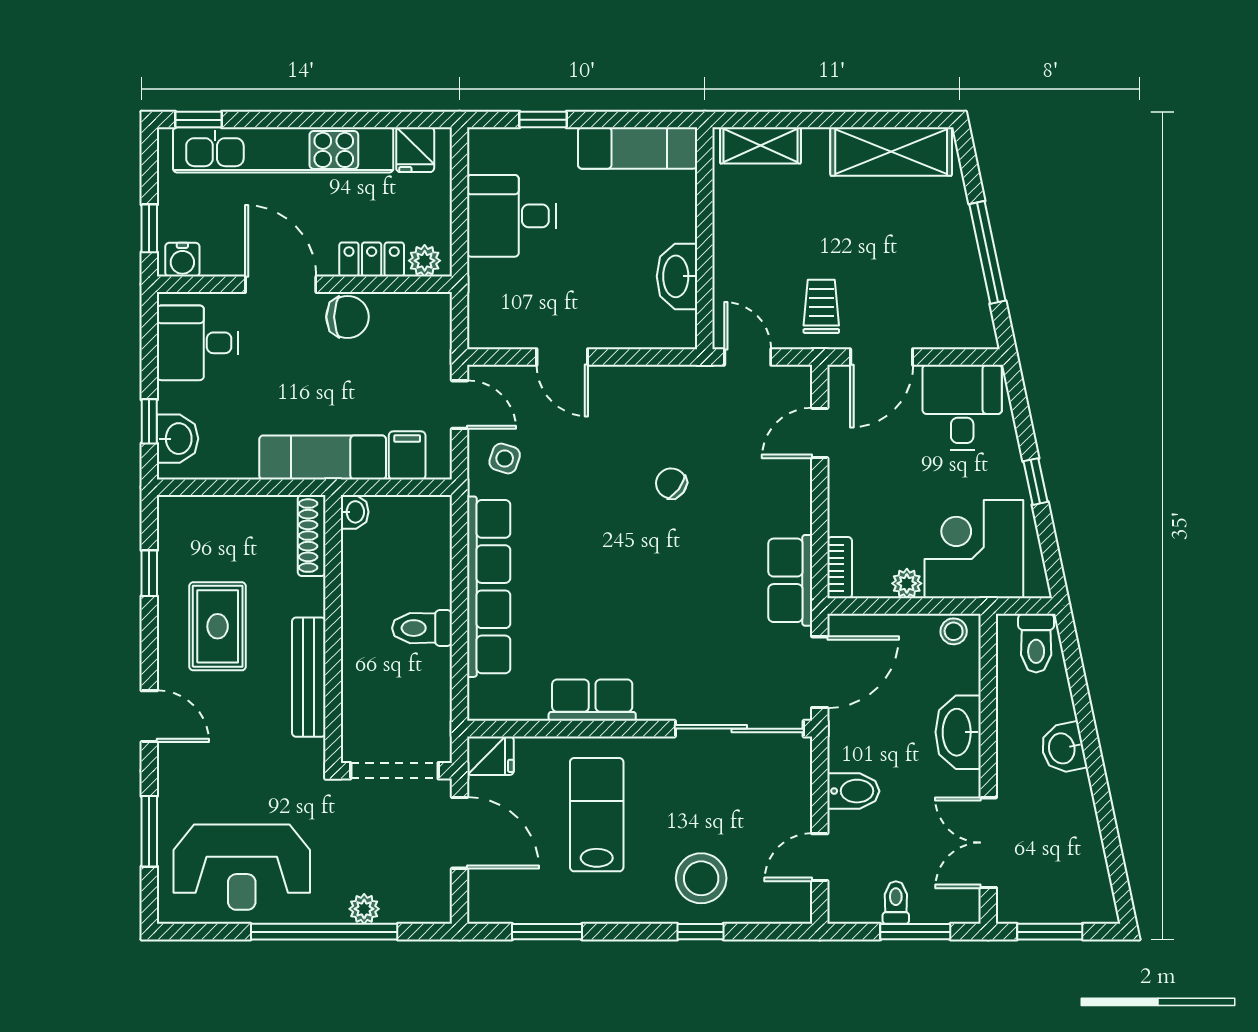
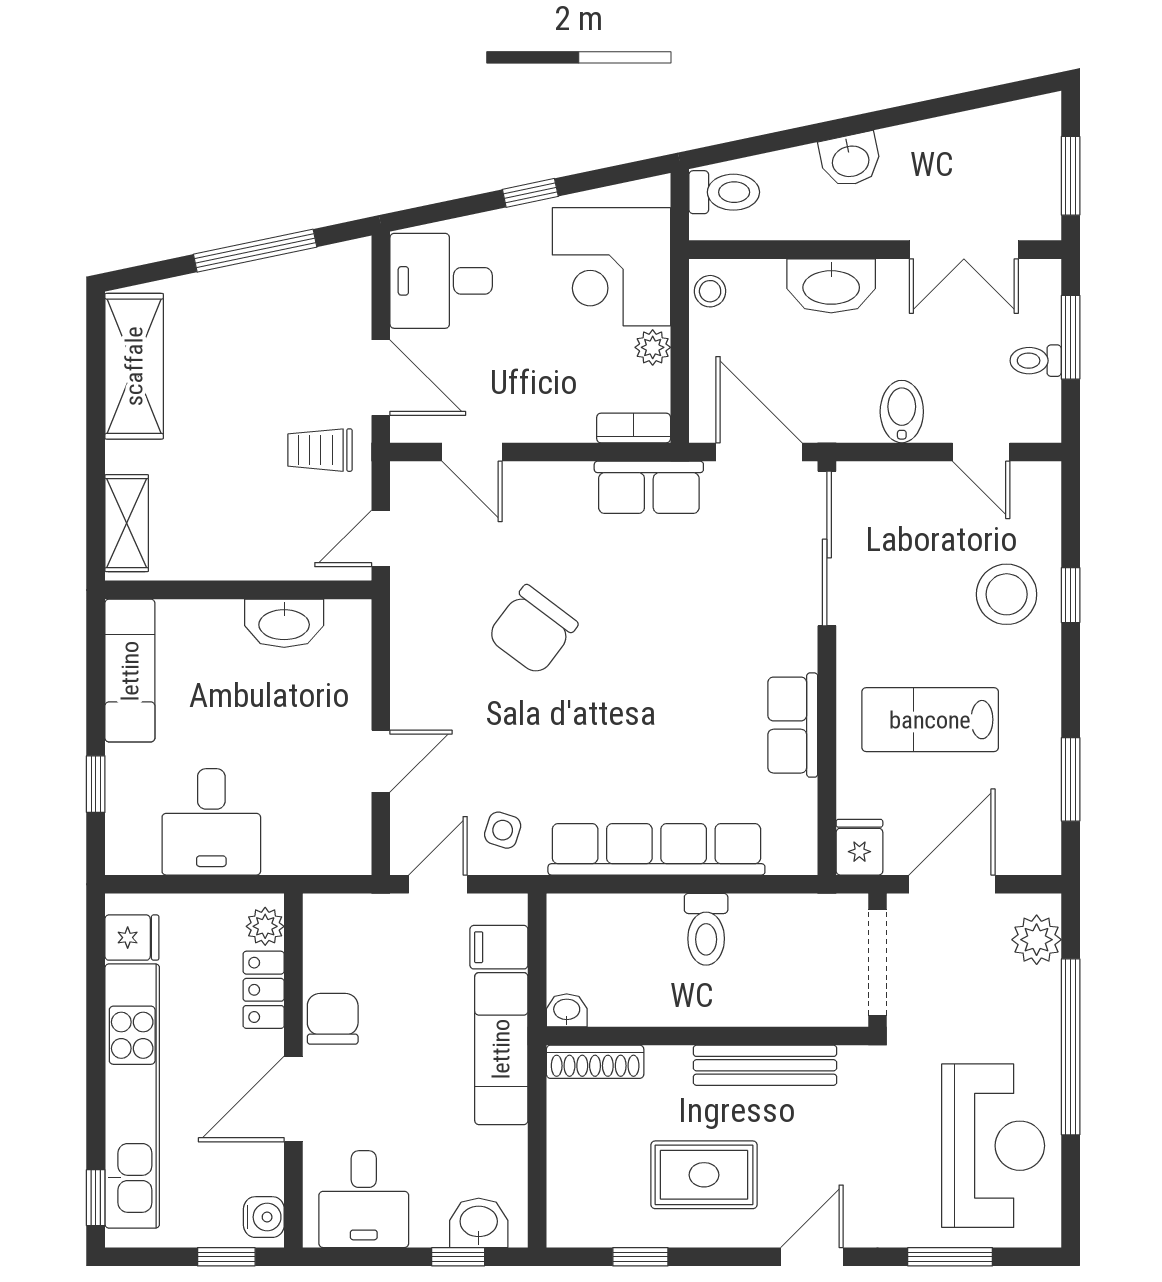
chair: (671, 483) -> (532, 630), width x1.87, depth x1.87
plant: (364, 909) -> (1037, 940), moved, width x1.38, depth x1.38

